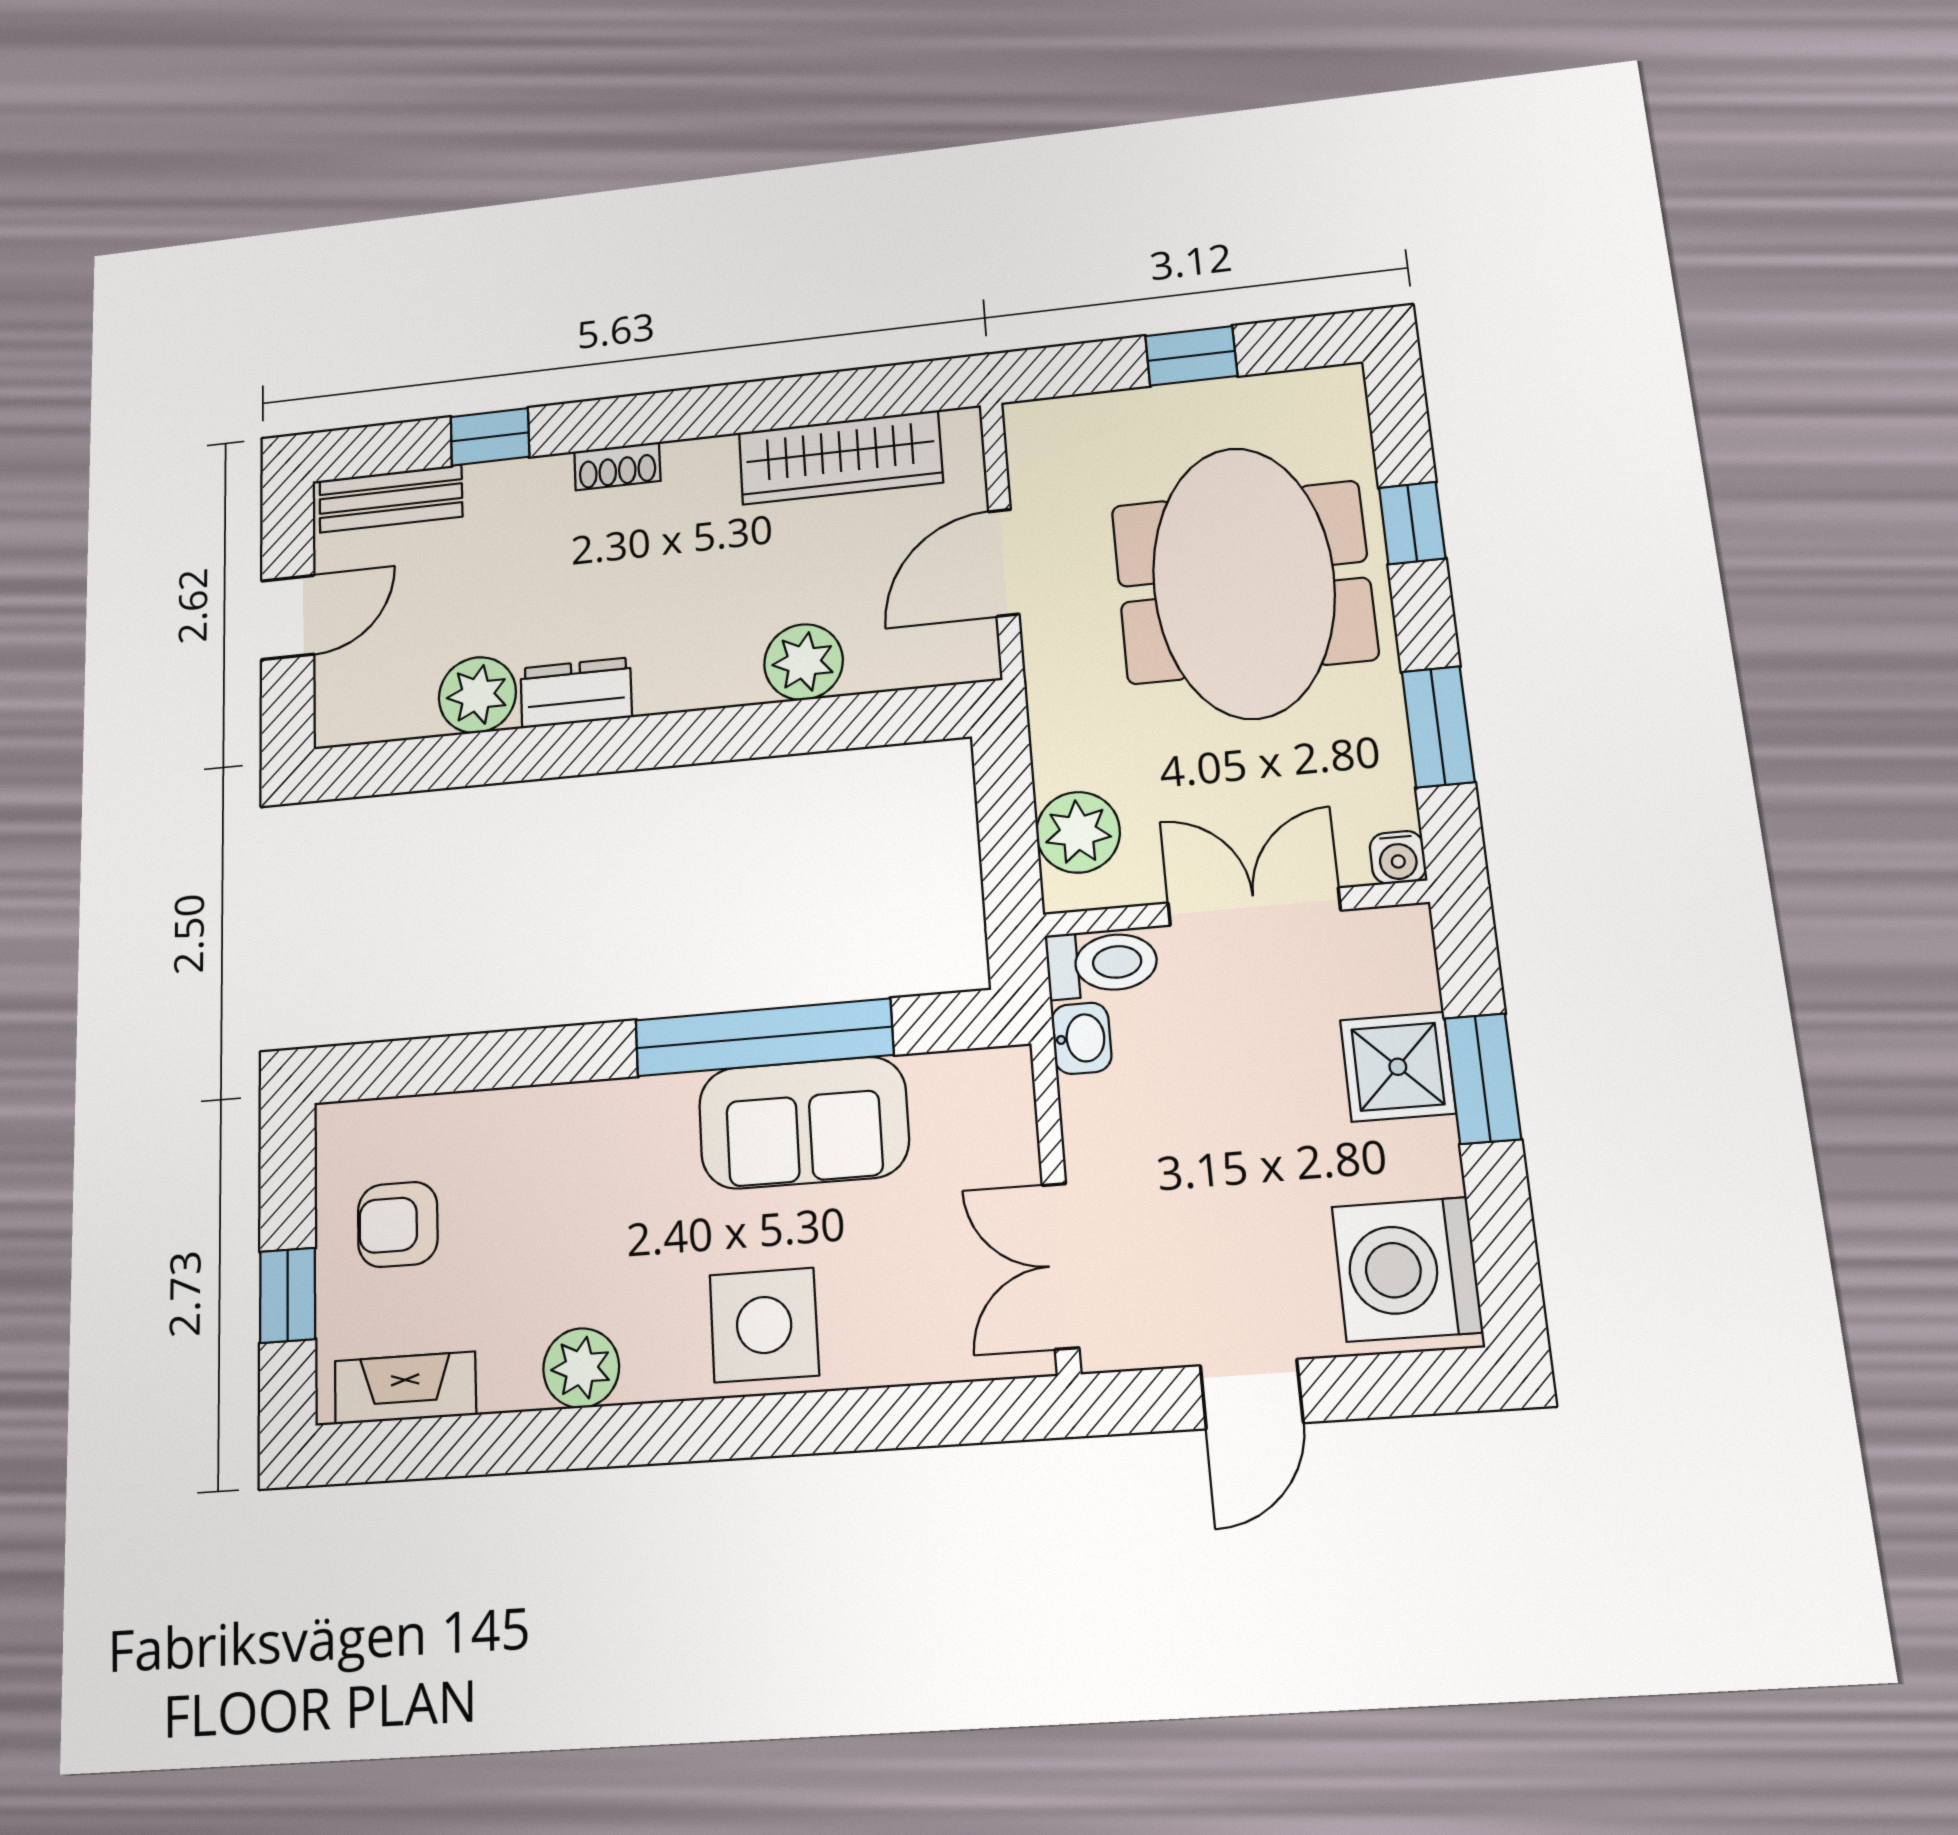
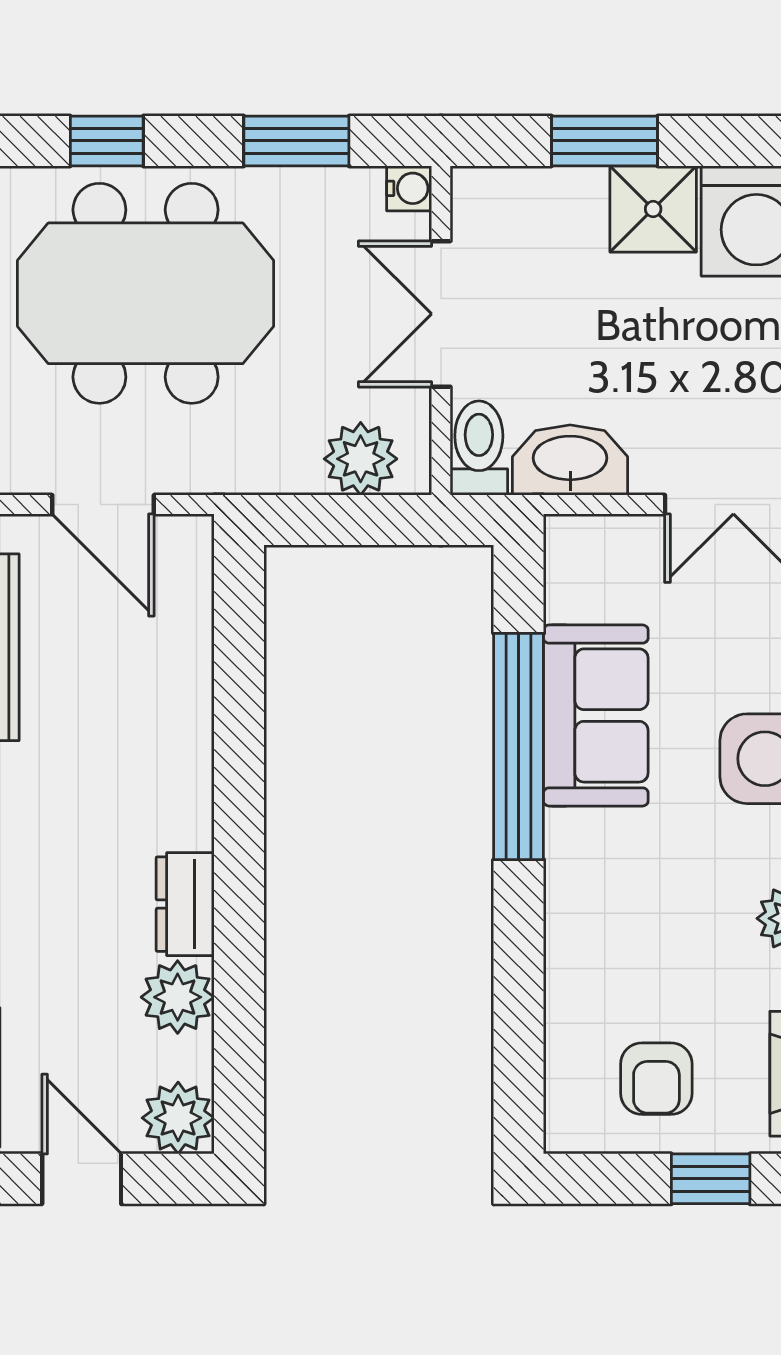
plant: (804, 662) -> (178, 1118), moved
washbasin: (1081, 1038) -> (570, 460), width x1.91, depth x1.45
shower: (1398, 1067) -> (653, 209), moved

